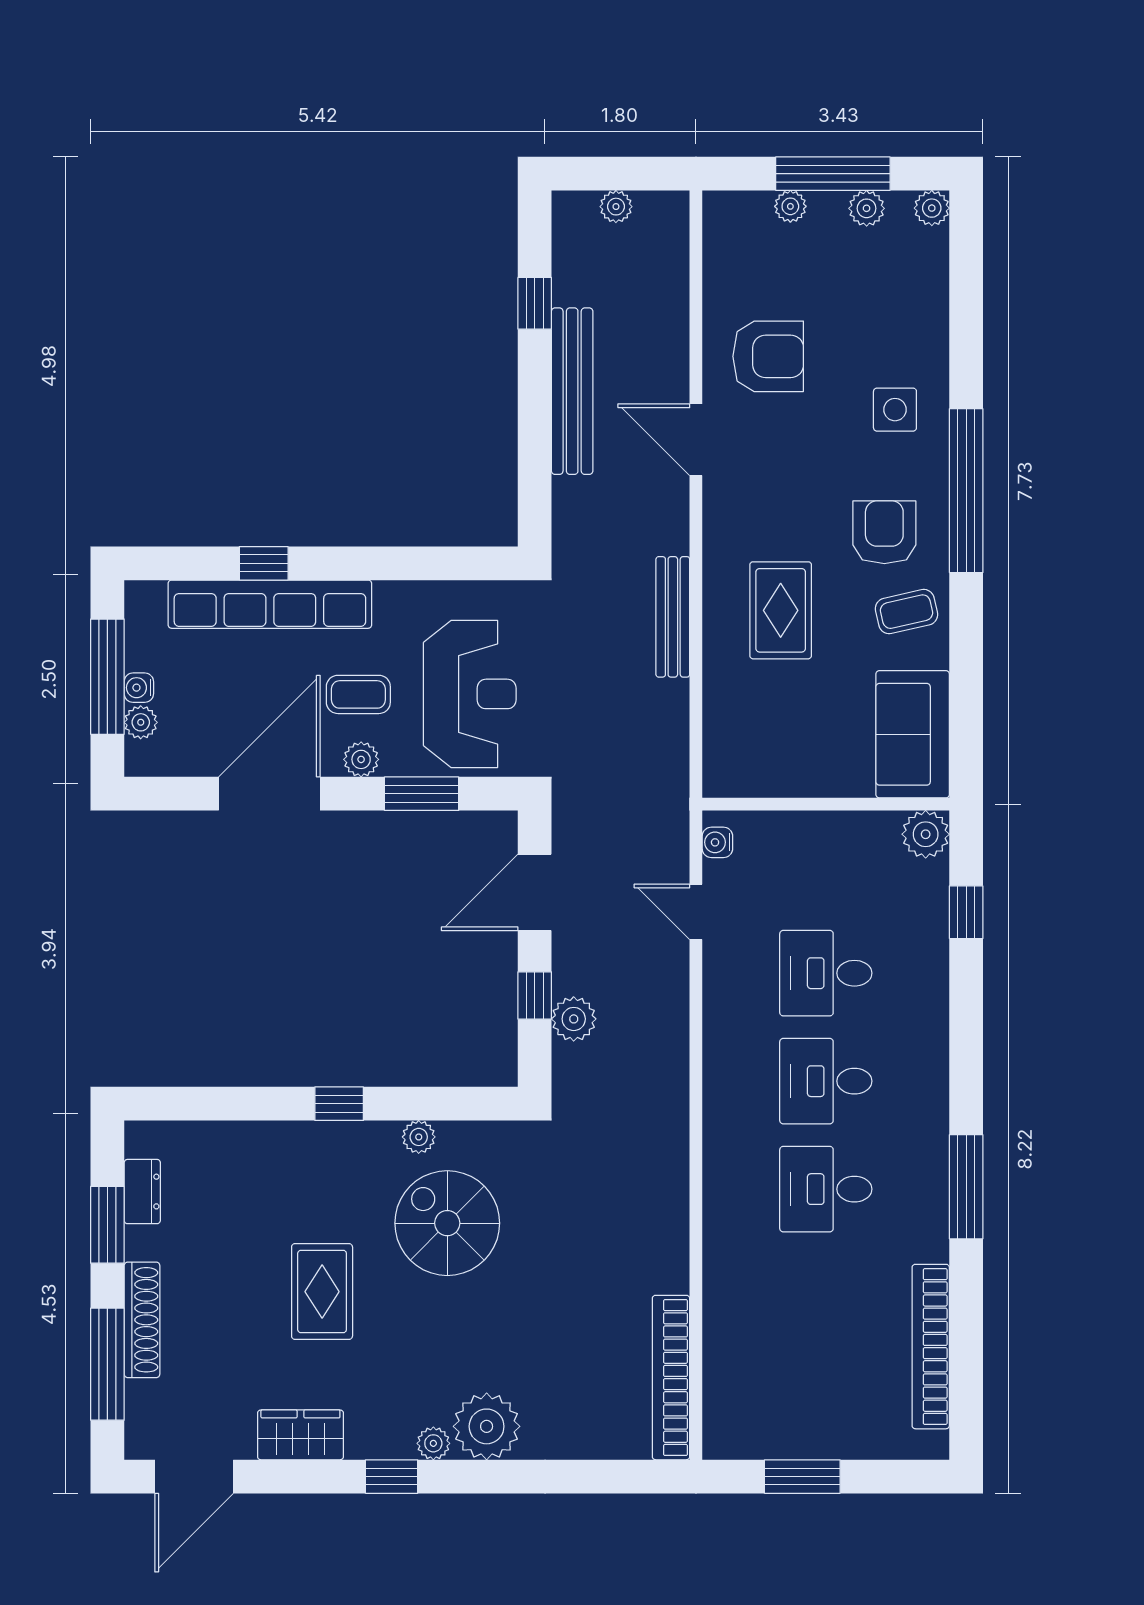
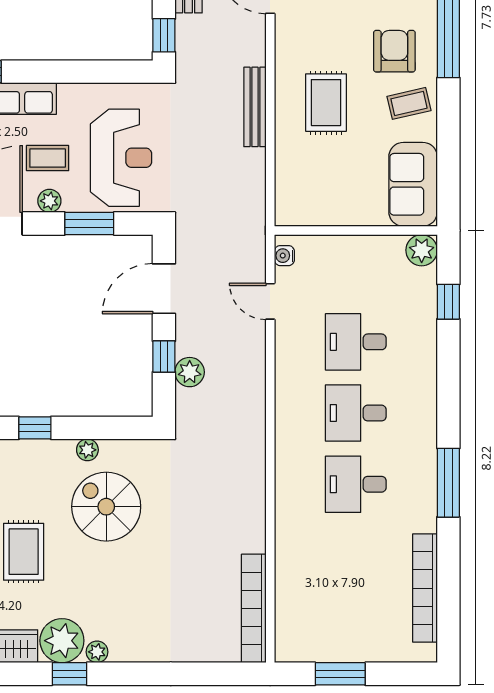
window: (535, 508) -> (164, 35), added
plant: (487, 1426) -> (62, 641), moved

